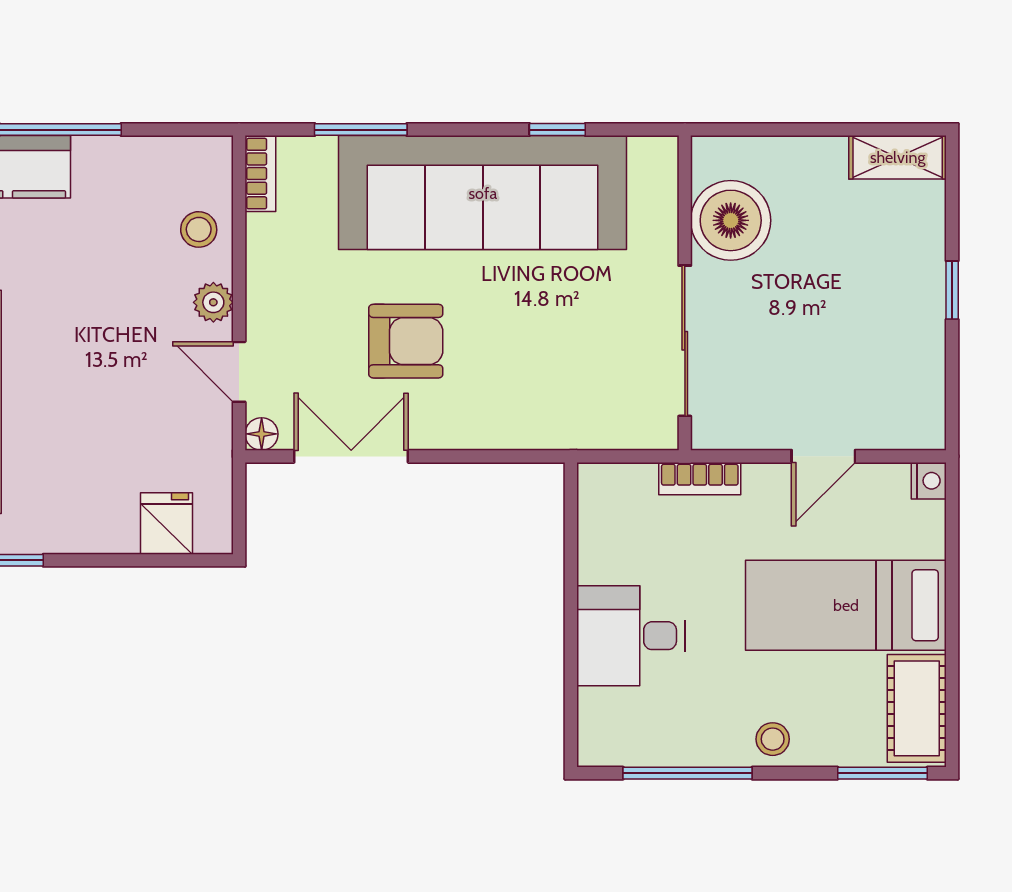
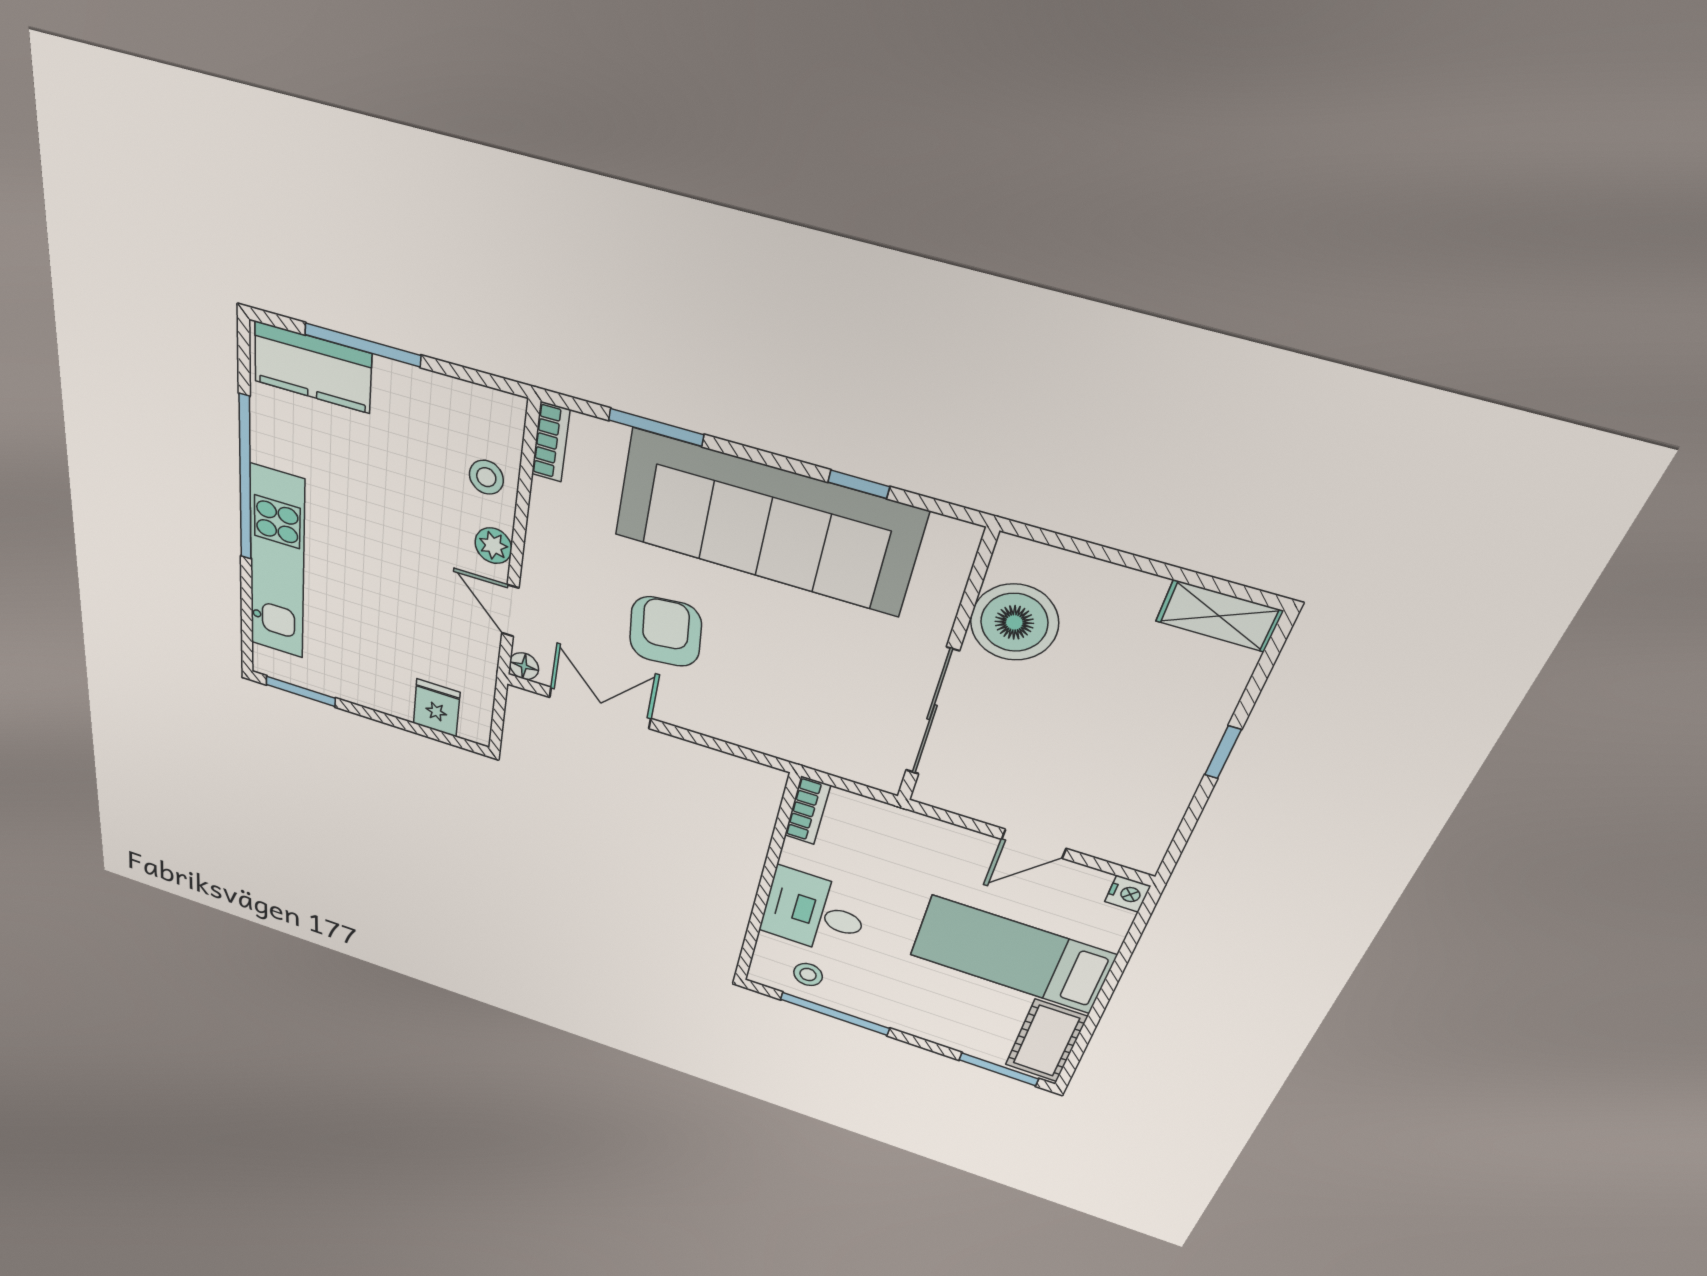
armchair: (406, 341) -> (665, 632), turned -96
bookcase: (700, 479) -> (807, 810), moved, turned -90
stool: (773, 739) -> (808, 974), moved

